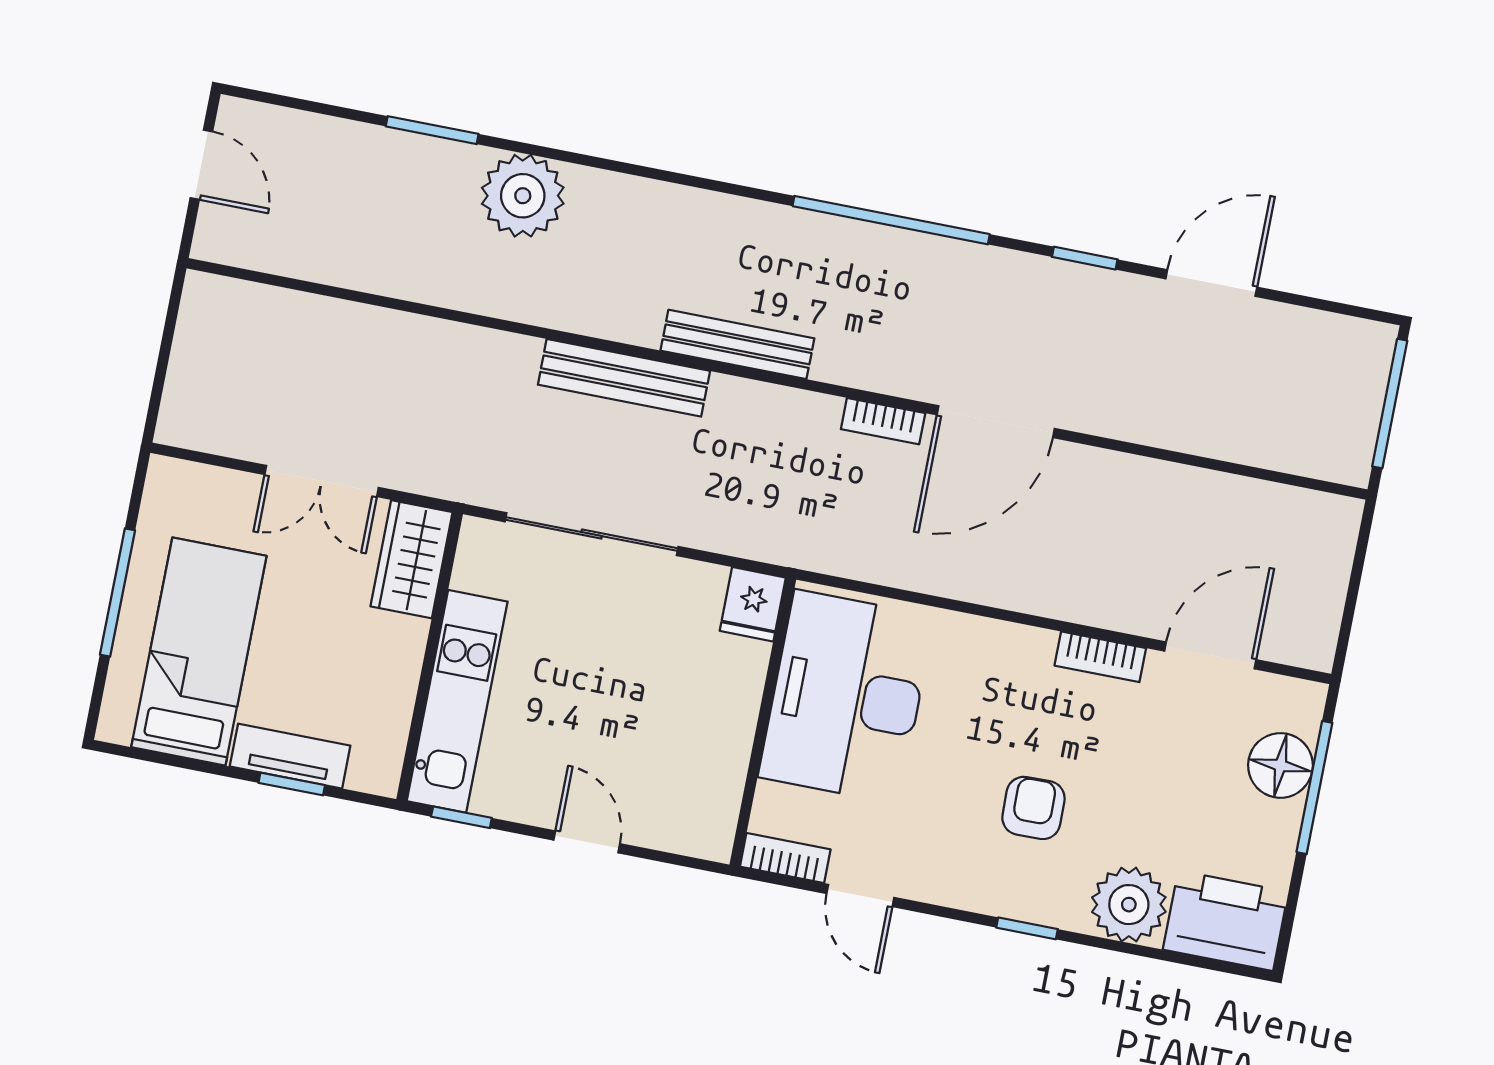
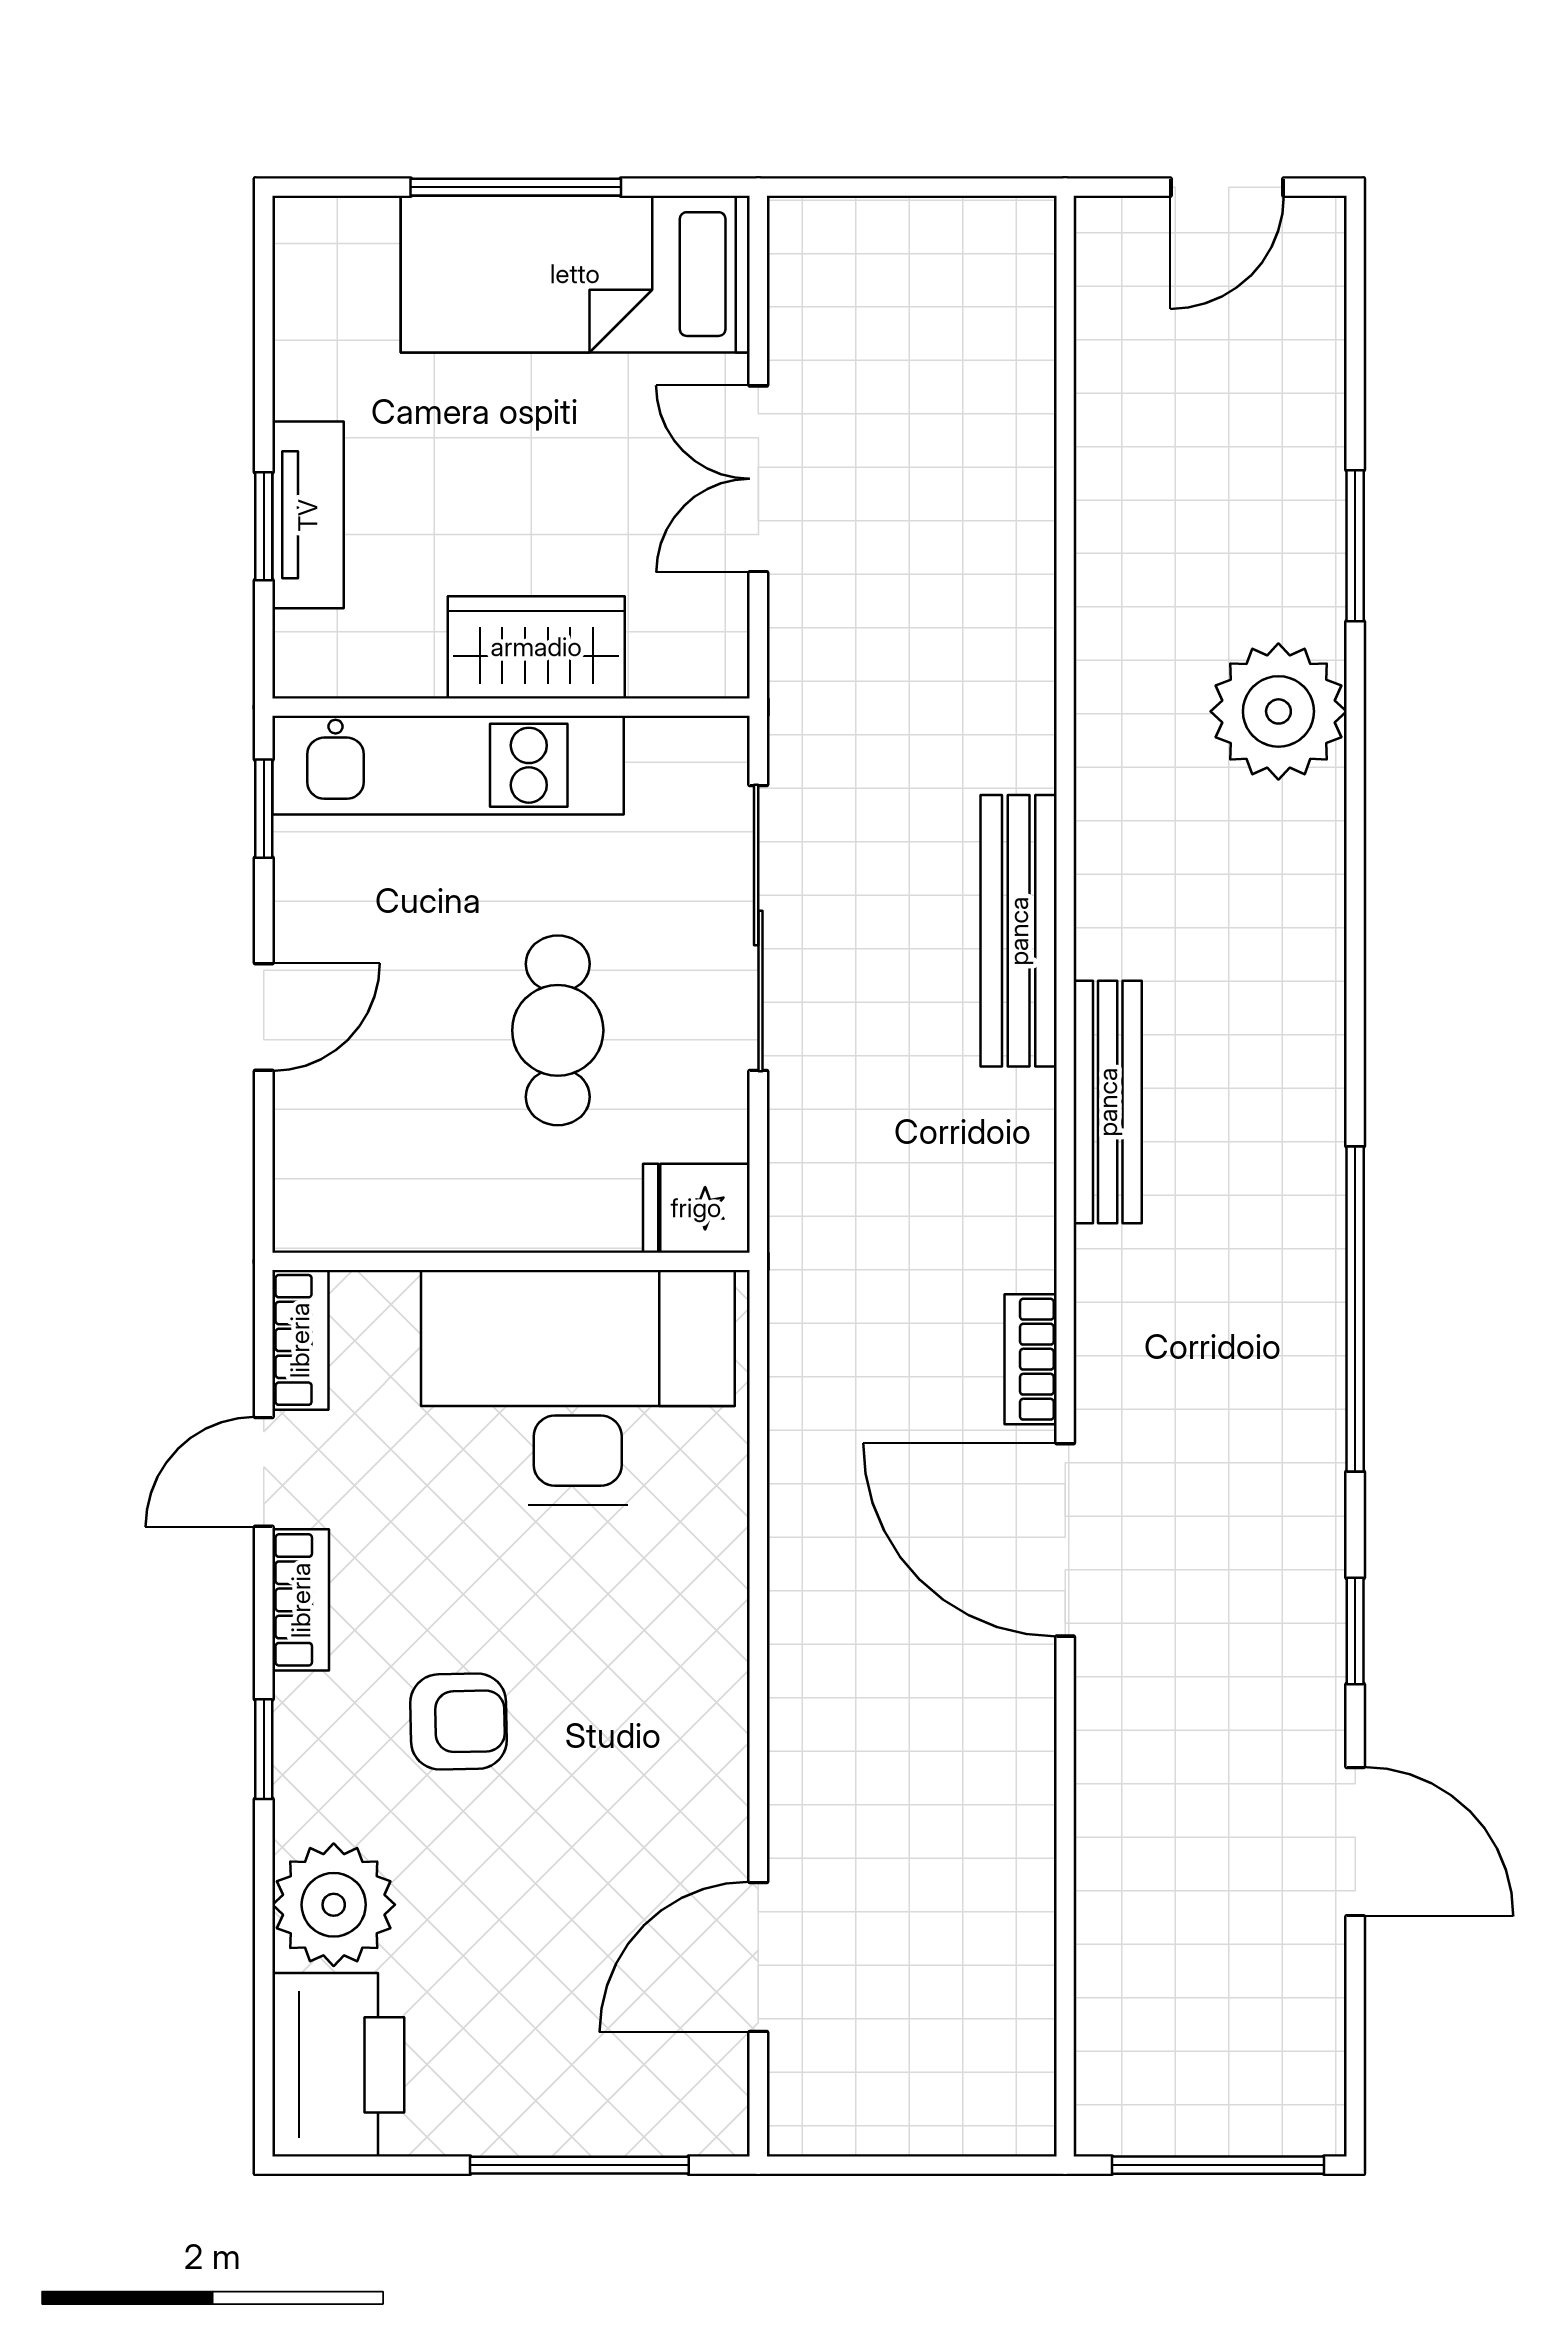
wardrobe: (411, 559) -> (536, 647), moved
bed: (199, 652) -> (575, 274), moved, turned 180
door: (1210, 655) -> (758, 1957), swing flipped
bookcase: (1100, 657) -> (301, 1600), moved, turned 180
cafe table: (630, 667) -> (558, 1030), added
floor lamp: (1280, 765) -> (604, 2104), removed

